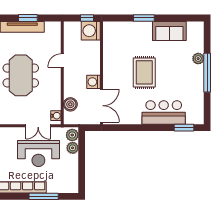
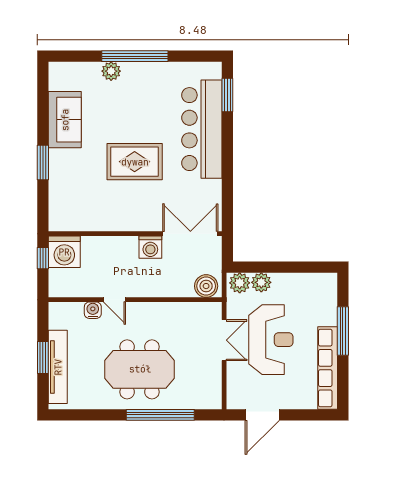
boiler: (70, 104) -> (206, 286), moved
bar counter: (164, 113) -> (202, 129), width x1.36
water cooler: (56, 116) -> (93, 310), moved

